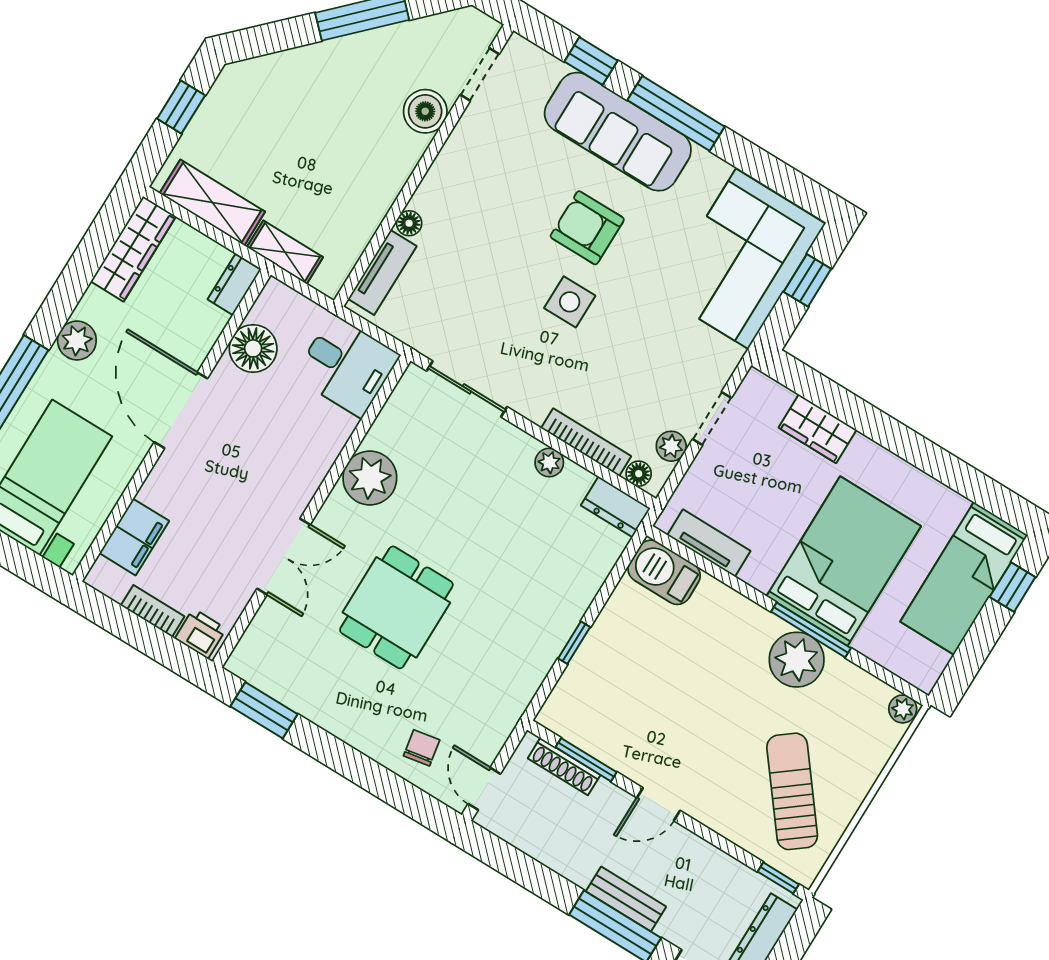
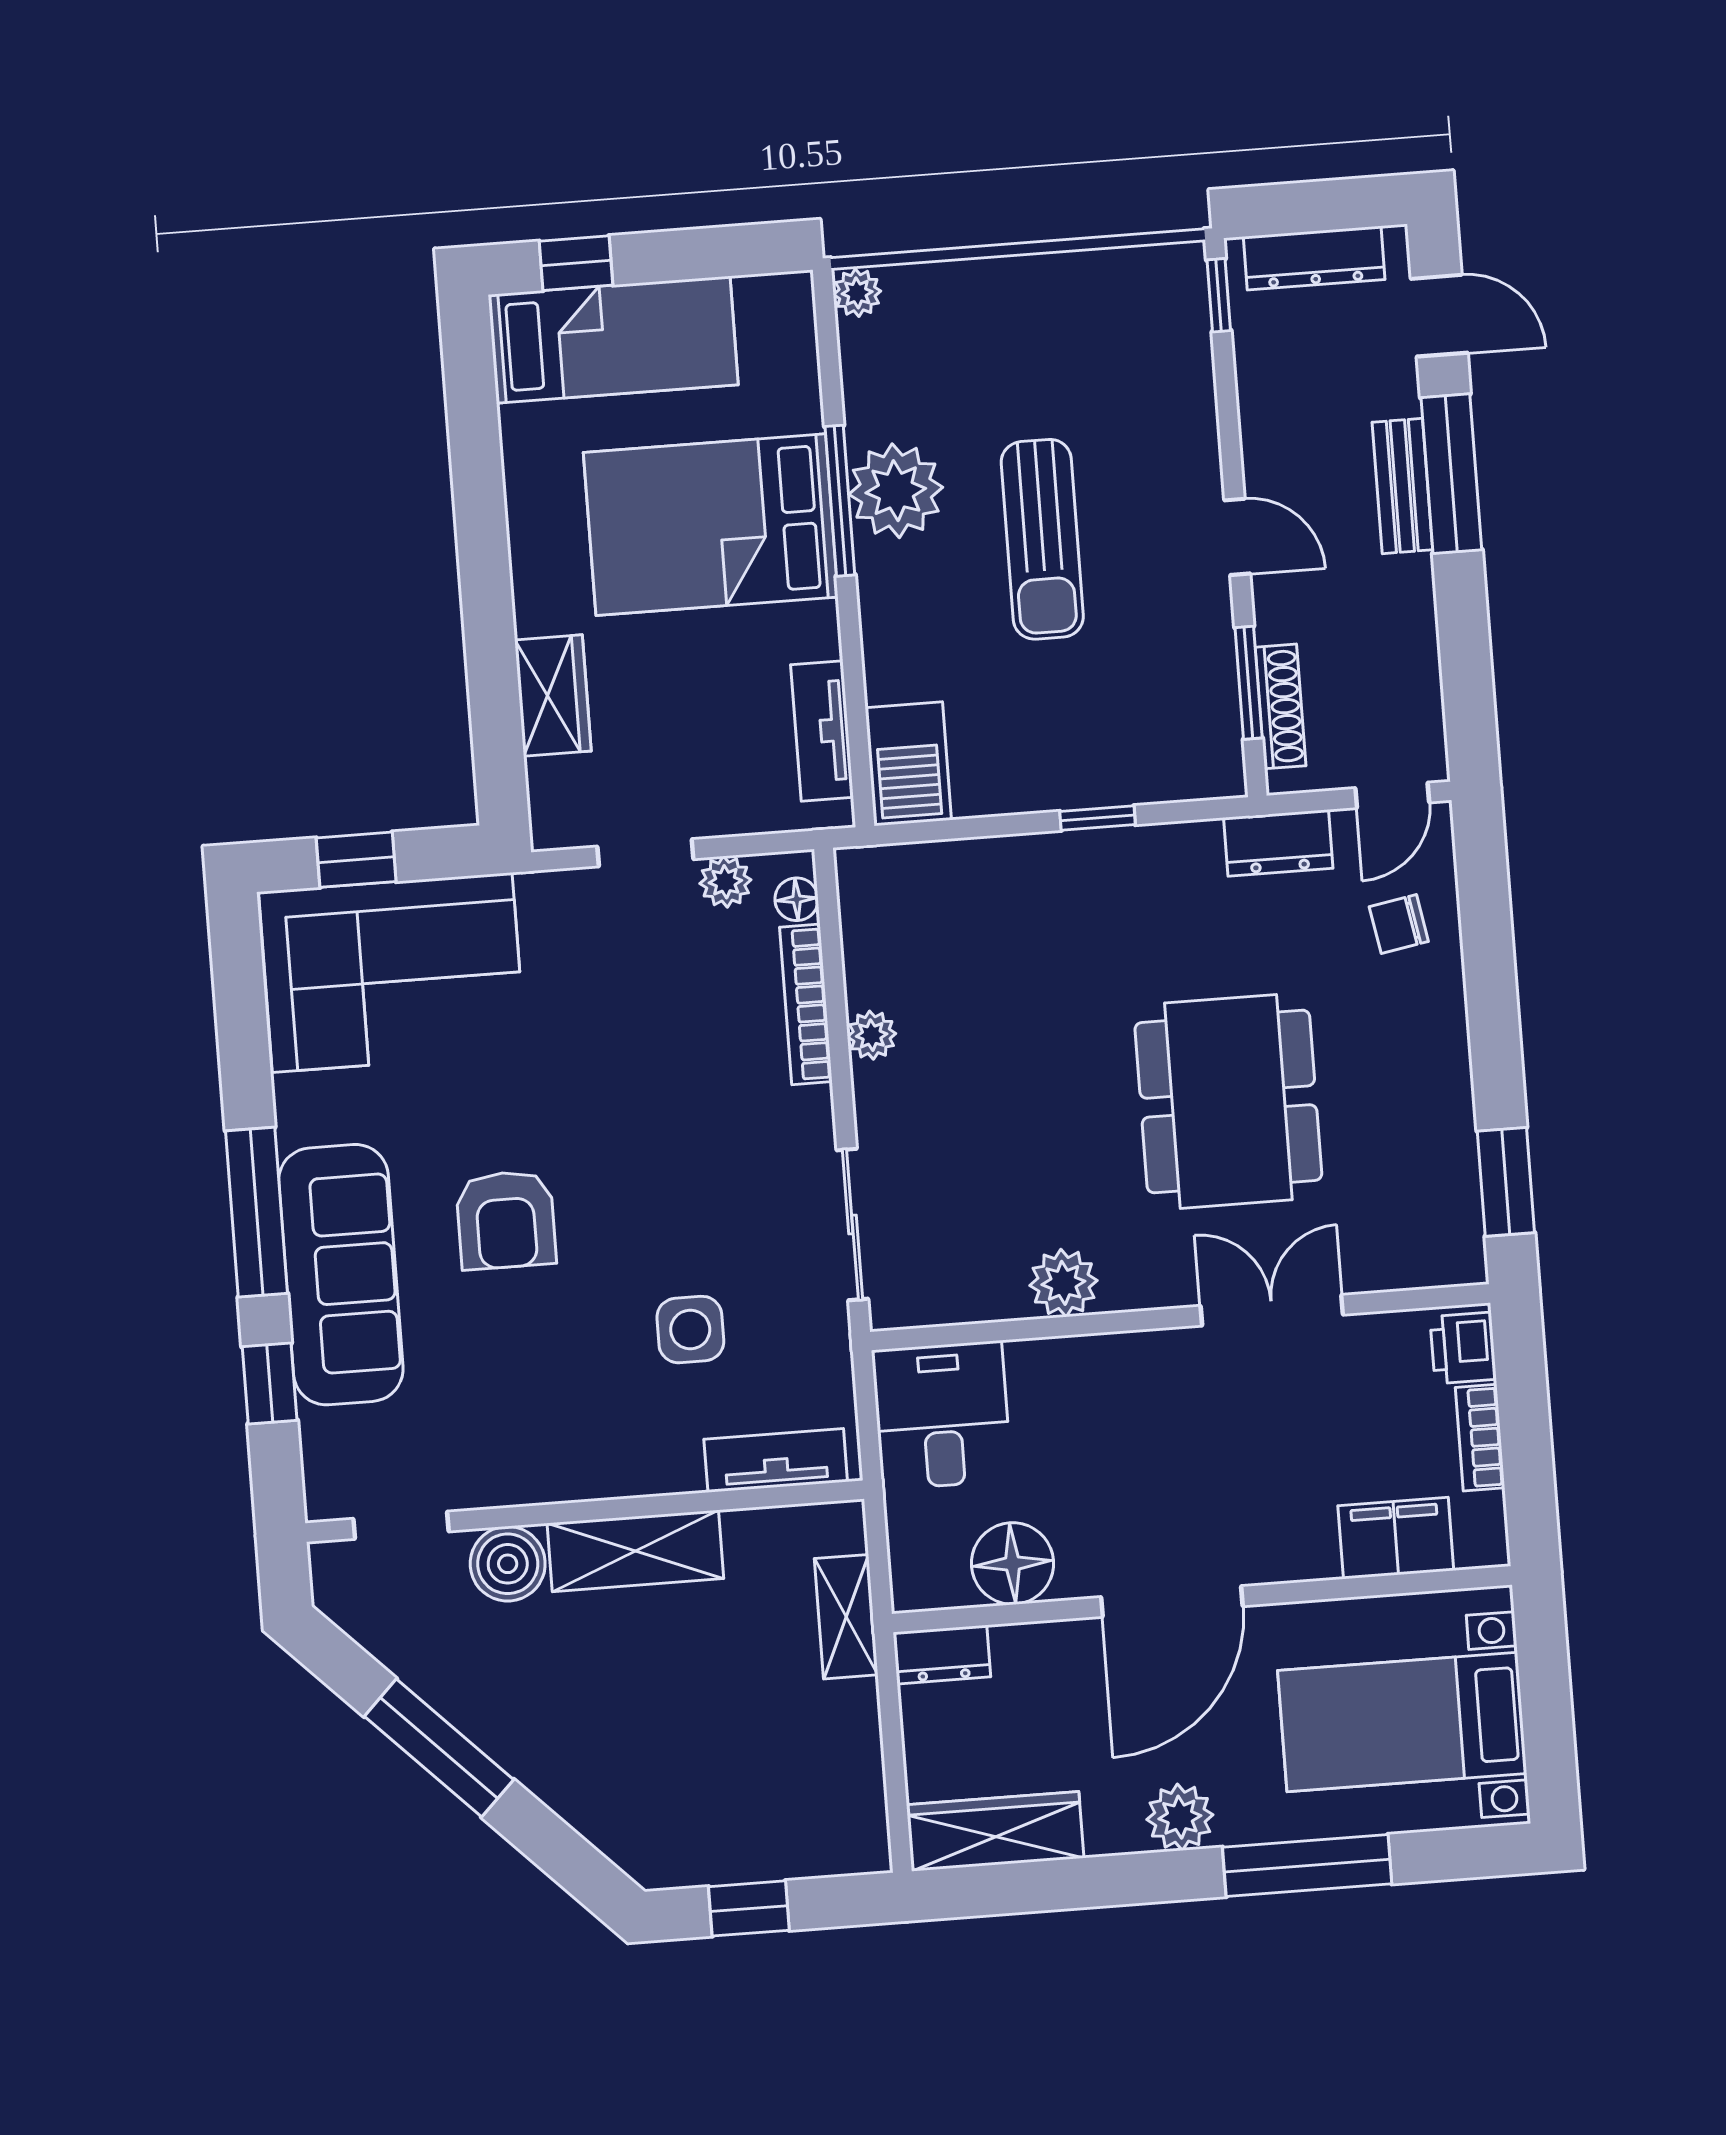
shelving: (212, 203) -> (635, 1551), moved, turned 90
floor lamp: (409, 223) -> (680, 1473), removed
side table: (570, 302) -> (690, 1330), moved
plant: (370, 478) -> (1063, 1283), width x0.73, depth x0.73
dresser: (616, 507) -> (1278, 843), moved, turned 90
dining table: (396, 607) -> (1228, 1101), width x1.38
sun lounger: (792, 791) -> (1042, 539), moved, turned -52

